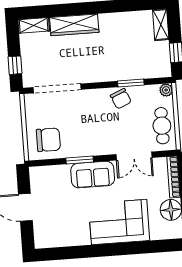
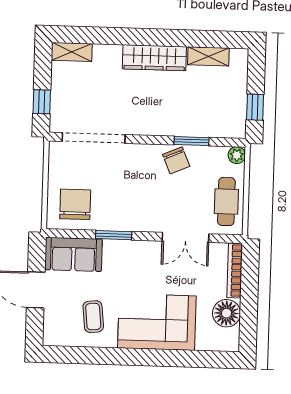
wardrobe: (74, 25) -> (154, 58), moved
shelving: (161, 25) -> (208, 56), moved, turned 90
chair: (48, 140) -> (75, 204), turned -90
sofa: (93, 175) -> (73, 254), moved
coffee table: (71, 223) -> (93, 317), added

